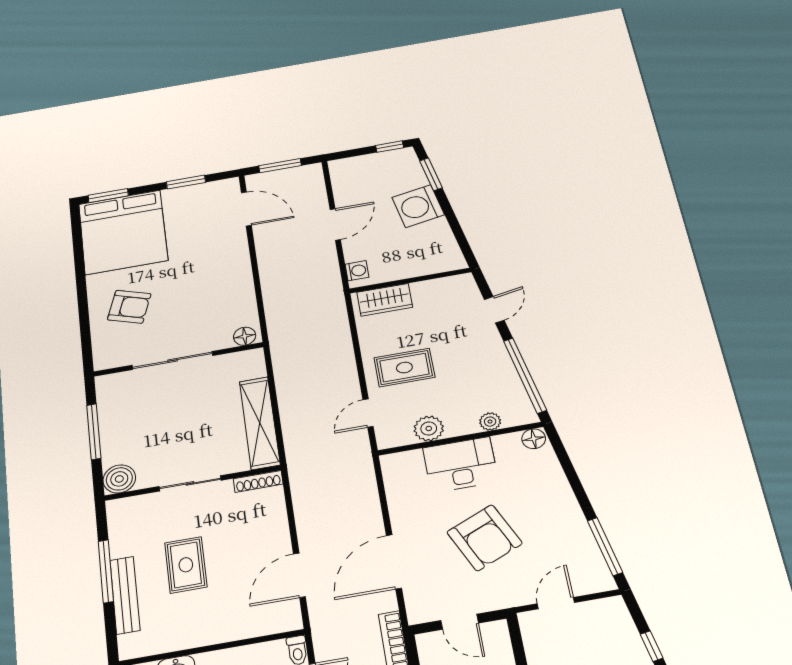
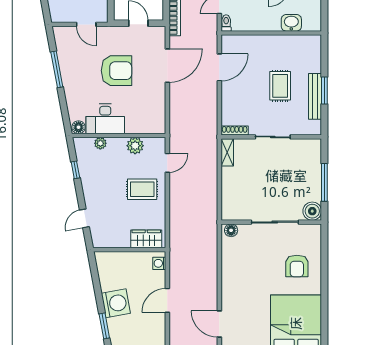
armchair: (129, 307) -> (297, 266), turned -109
window: (525, 375) -> (75, 170), width x0.32
shelving: (260, 423) -> (227, 152), width x0.45, depth x0.75
desk: (460, 465) -> (105, 119), moved
boiler: (119, 479) -> (312, 211), moved
armchair: (485, 538) -> (116, 71), turned 114
window: (605, 546) -> (57, 69), moved
window: (106, 571) -> (324, 90), width x0.69
bench: (125, 595) -> (315, 96), moved
door: (556, 603) -> (86, 24), hinge flipped

